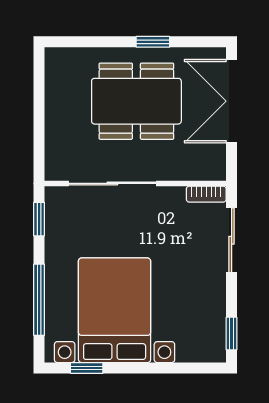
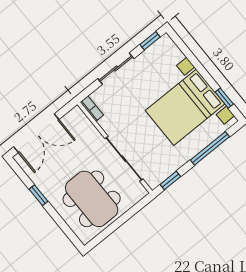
dining table: (136, 101) -> (92, 199), moved
sliding door: (232, 240) -> (116, 69), moved

